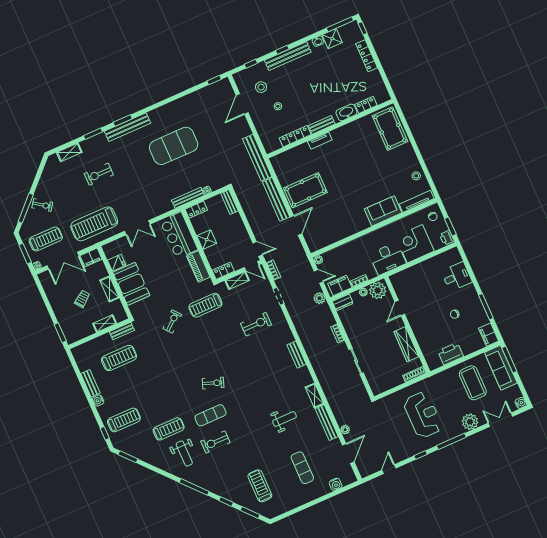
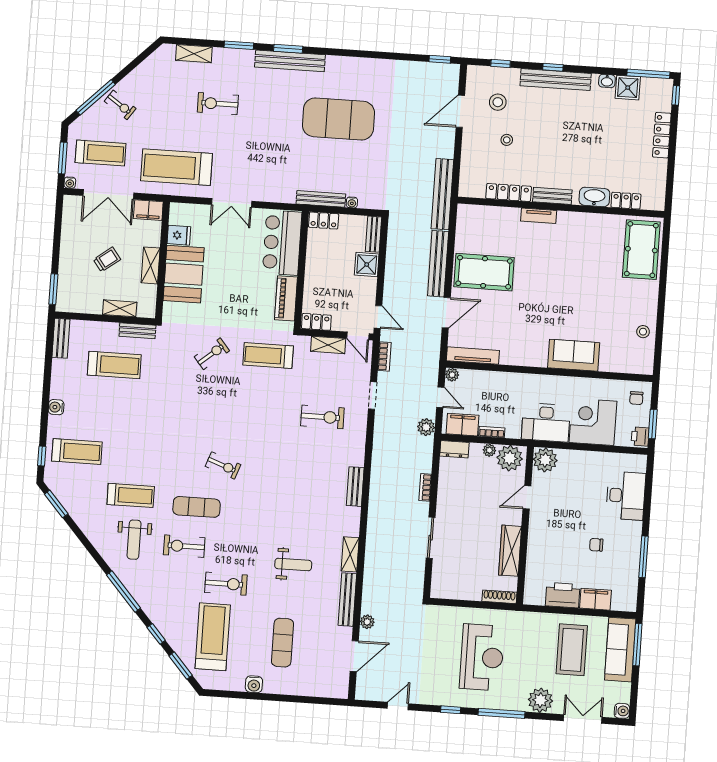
tv unit: (417, 201) -> (473, 356), moved
shower: (207, 240) -> (367, 265), moved
desk: (457, 277) -> (626, 496), width x1.37
plant: (399, 281) -> (545, 460), added
filing cabinet: (489, 335) -> (596, 599), moved, turned 90
bench: (90, 383) -> (61, 338), moved
exercise bike: (251, 451) -> (226, 584), added
water cooler: (336, 484) -> (254, 684), moved
treadmill: (260, 486) -> (213, 637), width x1.37, depth x1.38

